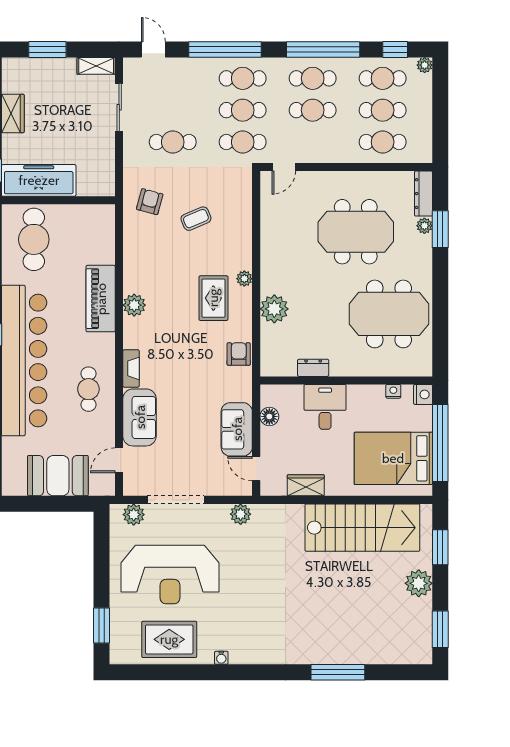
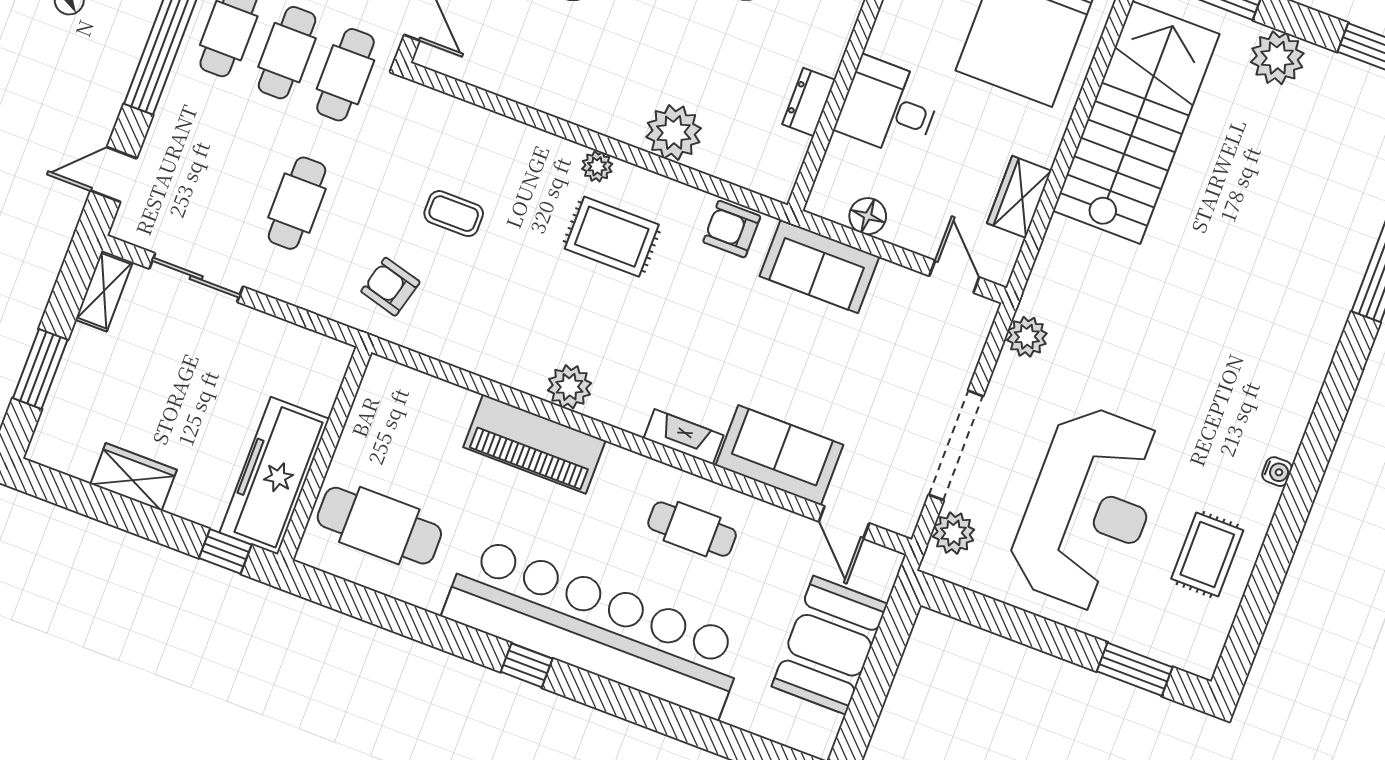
coffee table: (196, 219) -> (454, 214), turned -67
sofa: (237, 429) -> (819, 266), moved
door: (256, 469) -> (954, 277), swing flipped
rug: (169, 639) -> (1207, 554), width x0.73, depth x0.70

